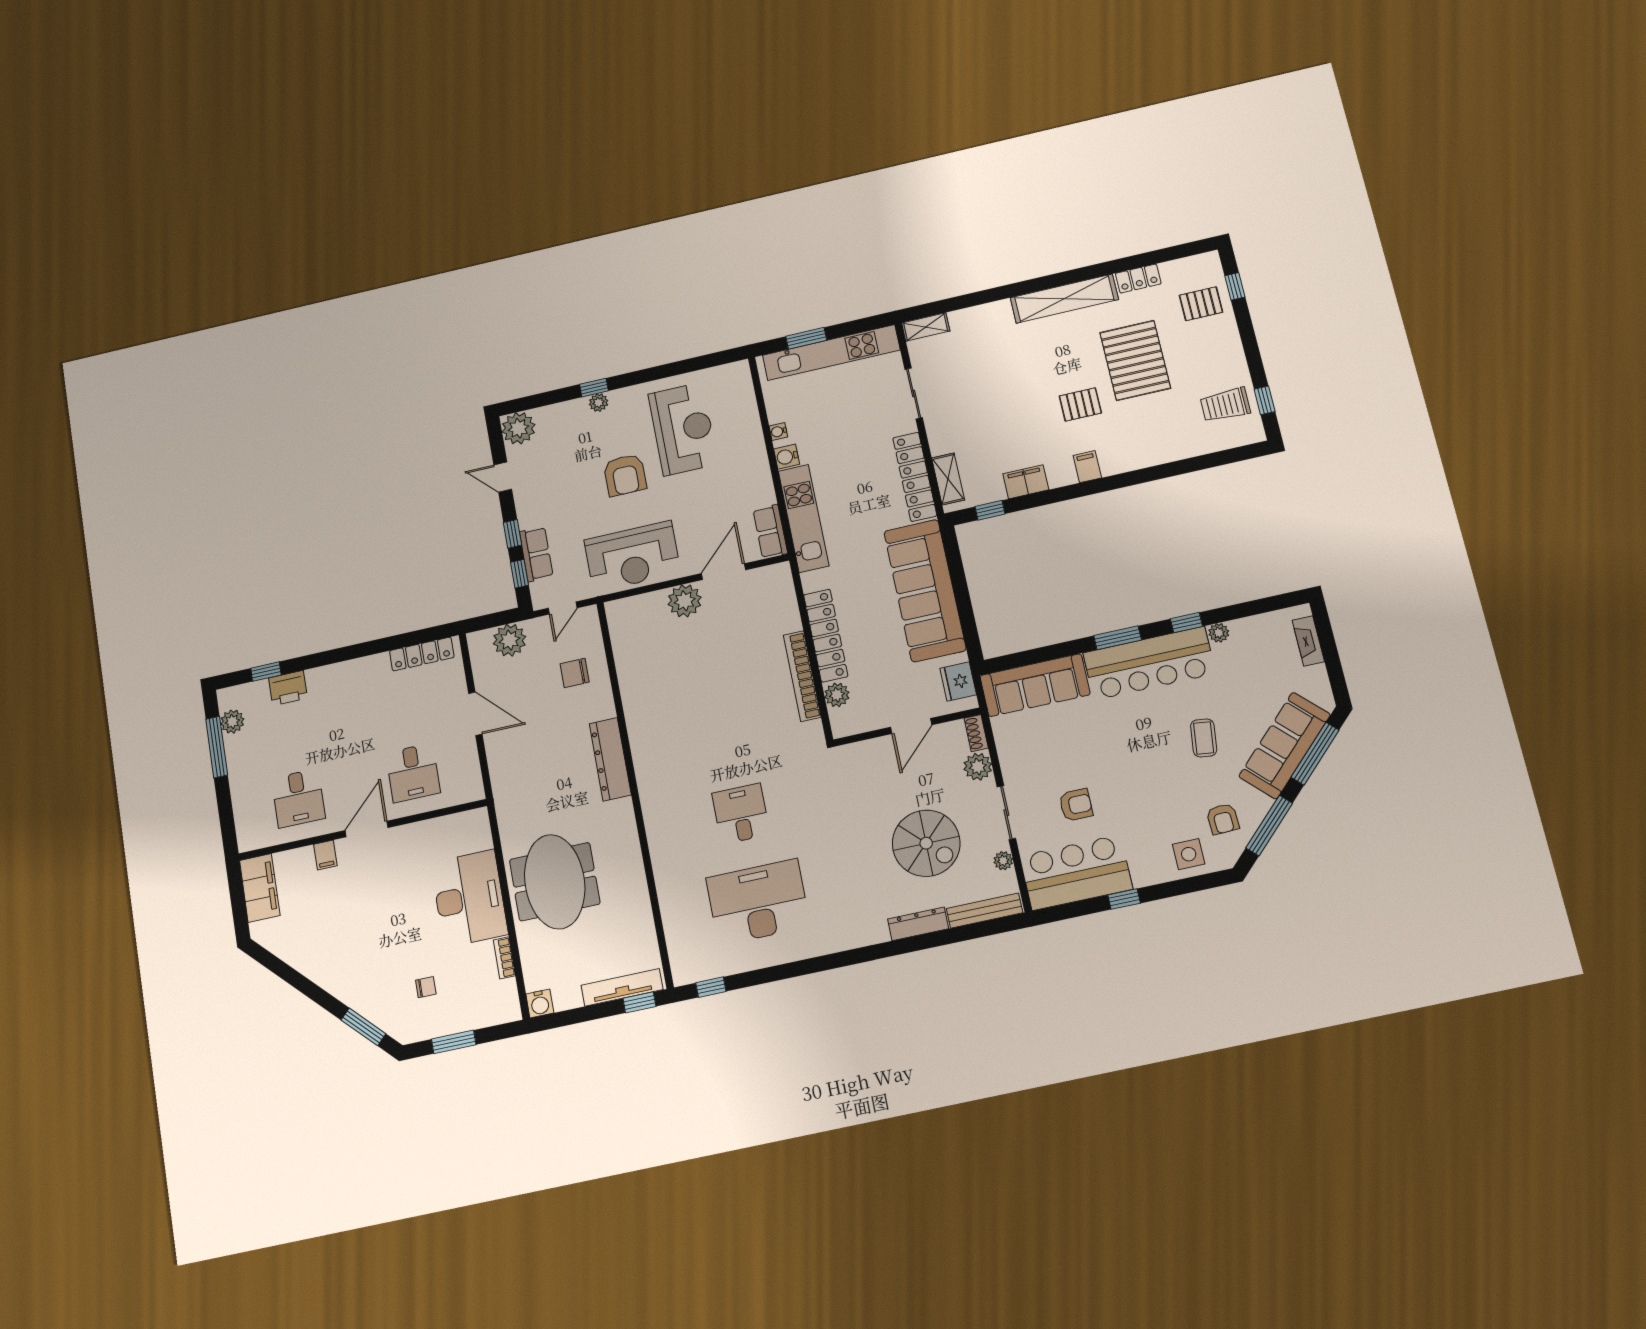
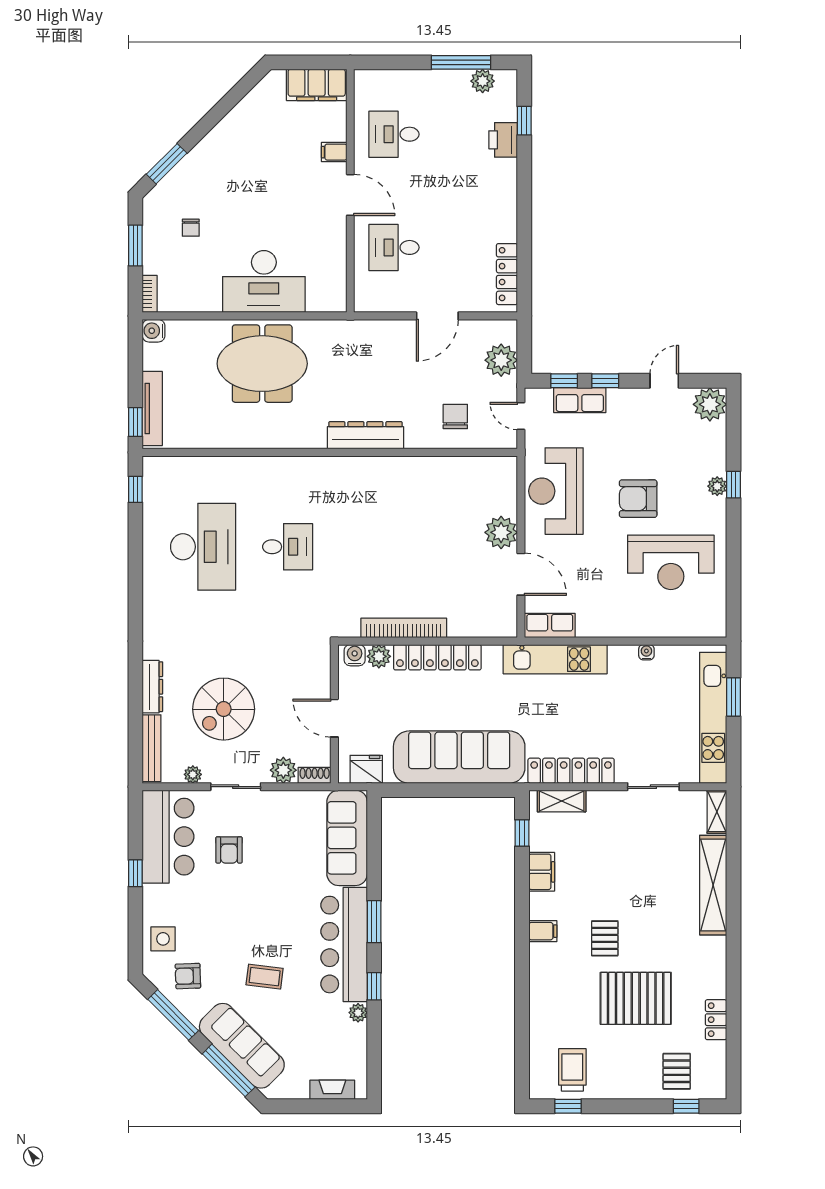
shelving: (1064, 299) -> (713, 885), moved
water cooler: (787, 457) -> (355, 655), moved
bookcase: (504, 958) -> (150, 294), moved, turned 90

